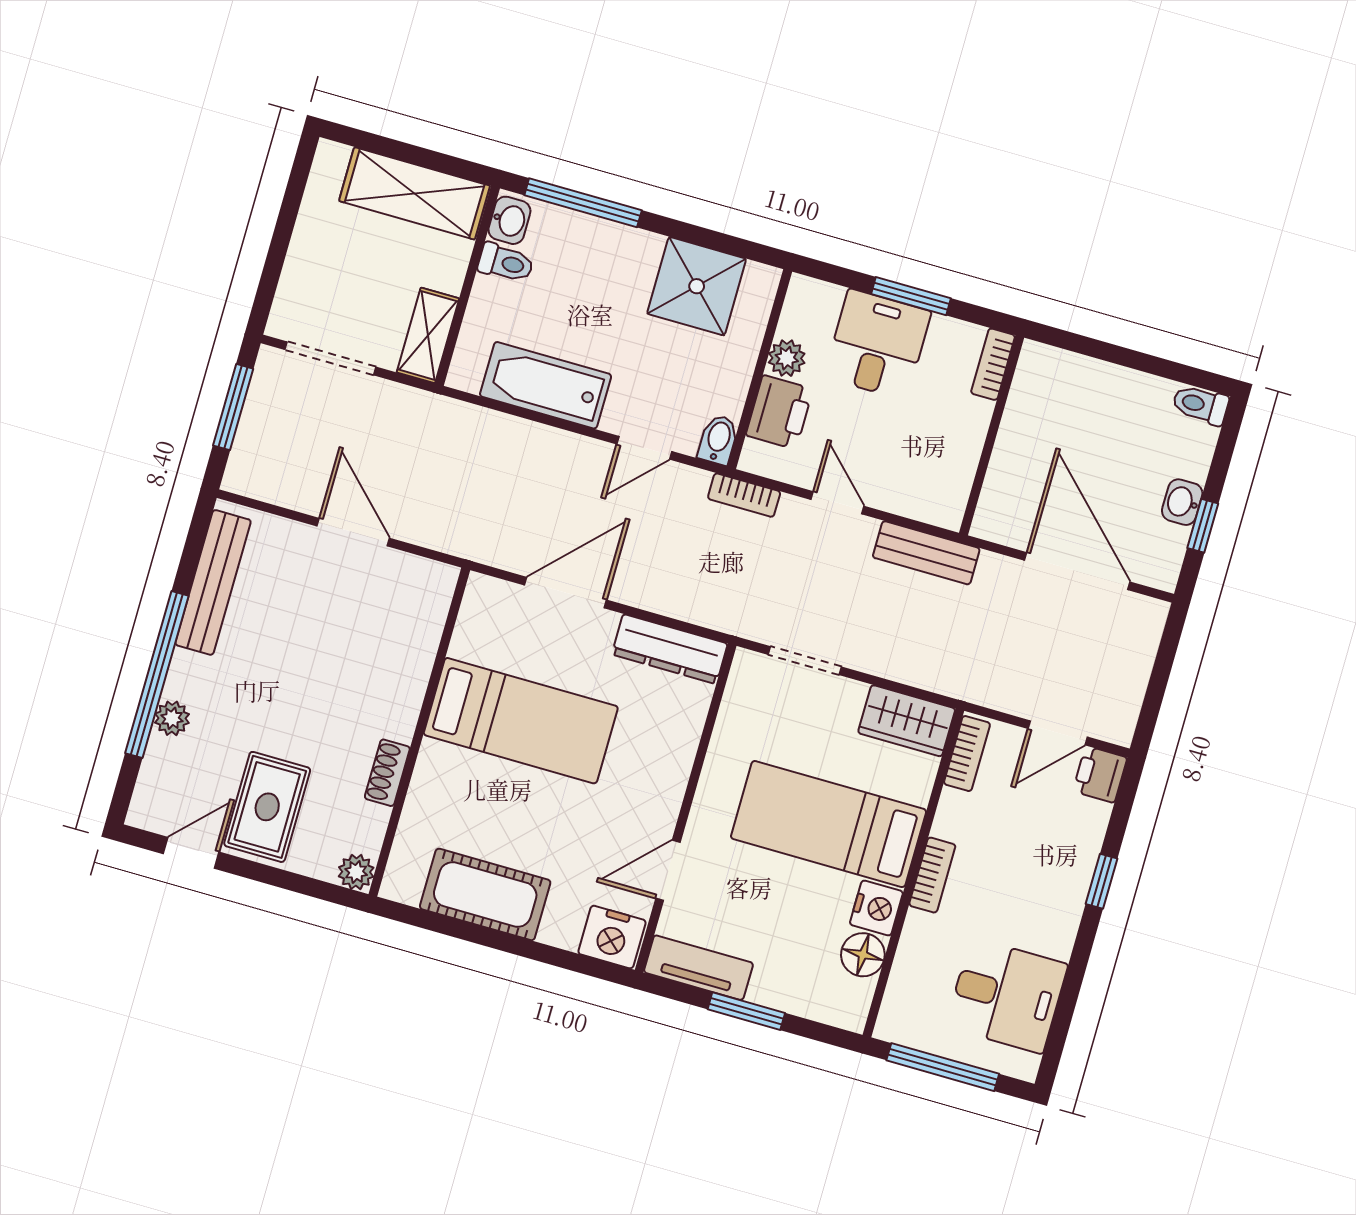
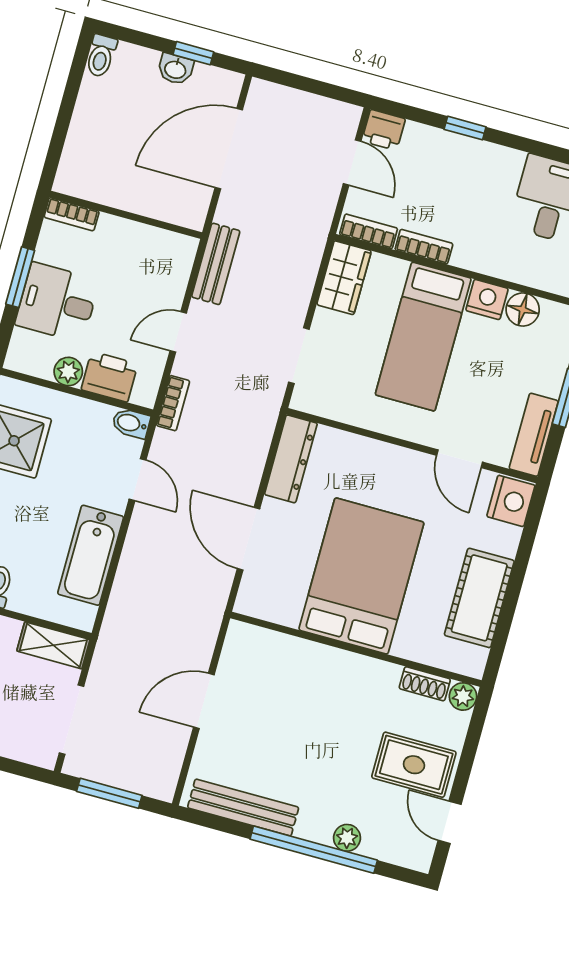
bed: (521, 721) -> (361, 576), width x1.50
shoe rack: (387, 773) -> (425, 684), moved
bookcase: (932, 875) -> (424, 247), moved

